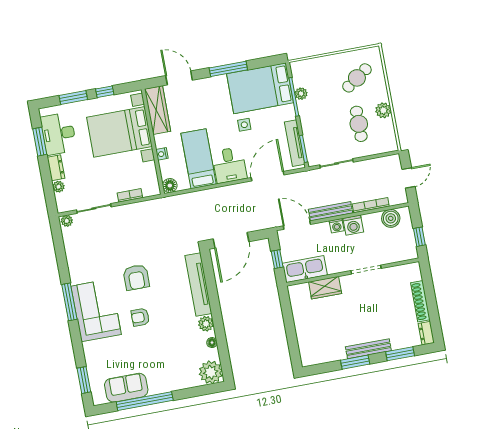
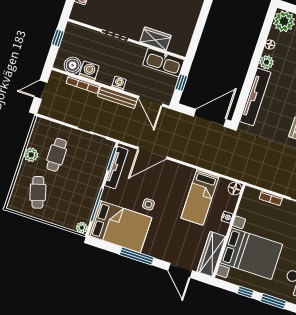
cafe table: (357, 78) -> (38, 192), turned -71
plant: (301, 94) -> (82, 228), moved
desk: (229, 165) -> (178, 179), removed
washing machine: (353, 225) -> (89, 71), moved

